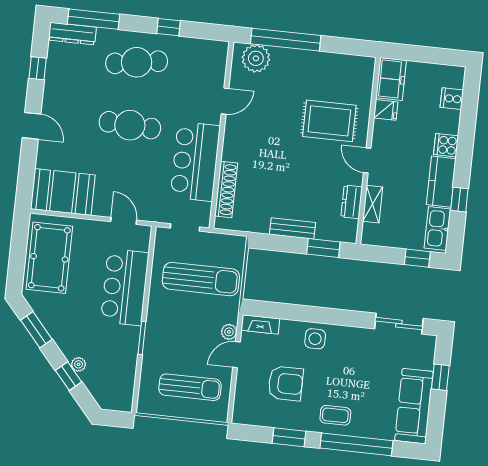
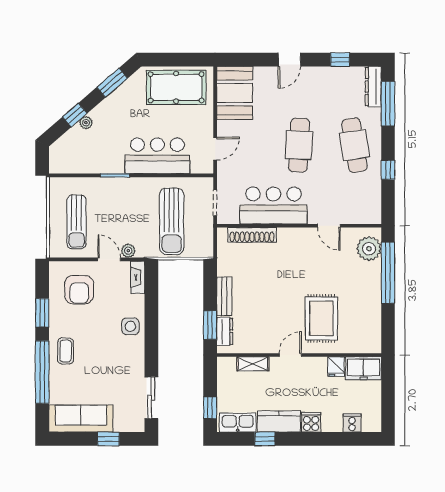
dresser: (352, 202) -> (225, 331), moved, turned 90
armchair: (286, 383) -> (79, 290), moved

